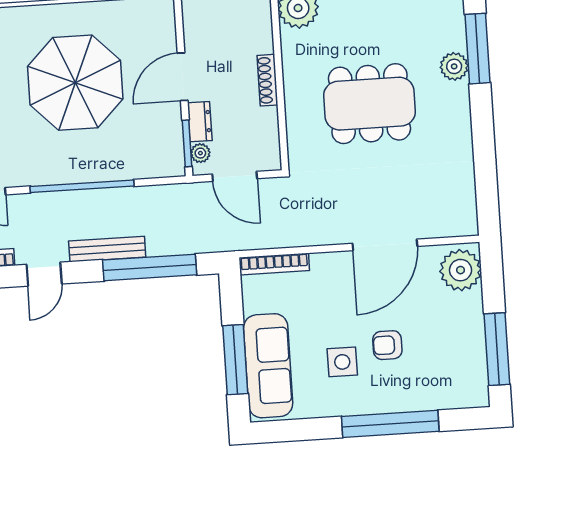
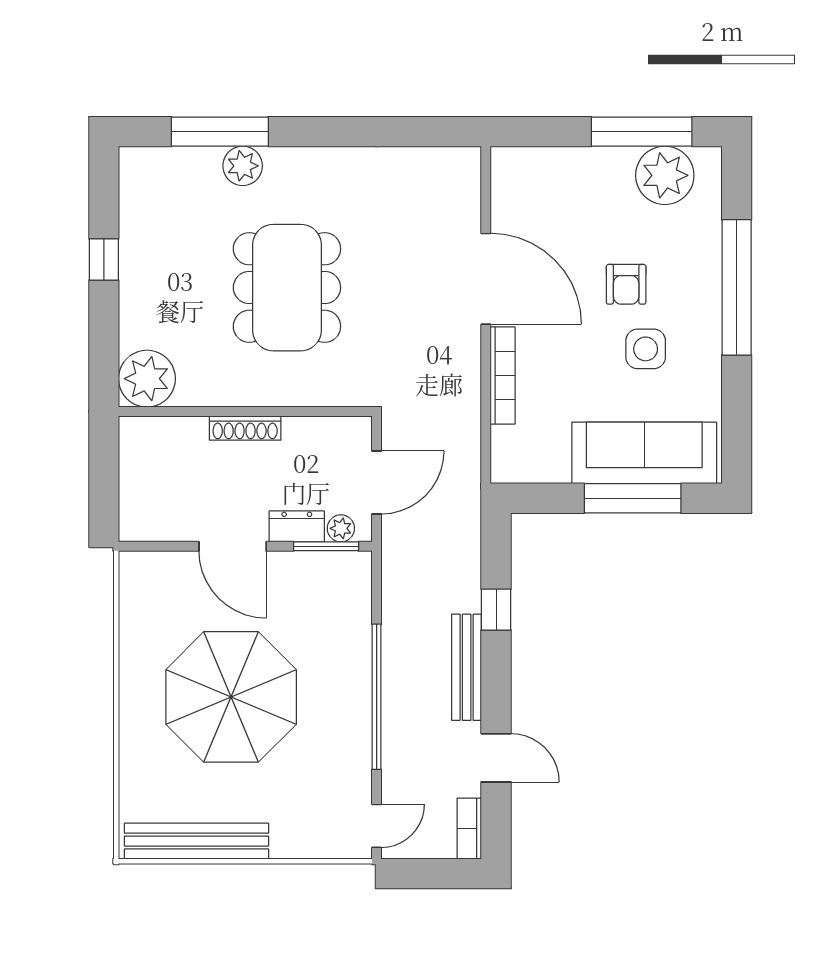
bookcase: (274, 264) -> (503, 376), moved
window: (150, 267) -> (496, 610), width x0.32
plant: (461, 270) -> (665, 175), moved

